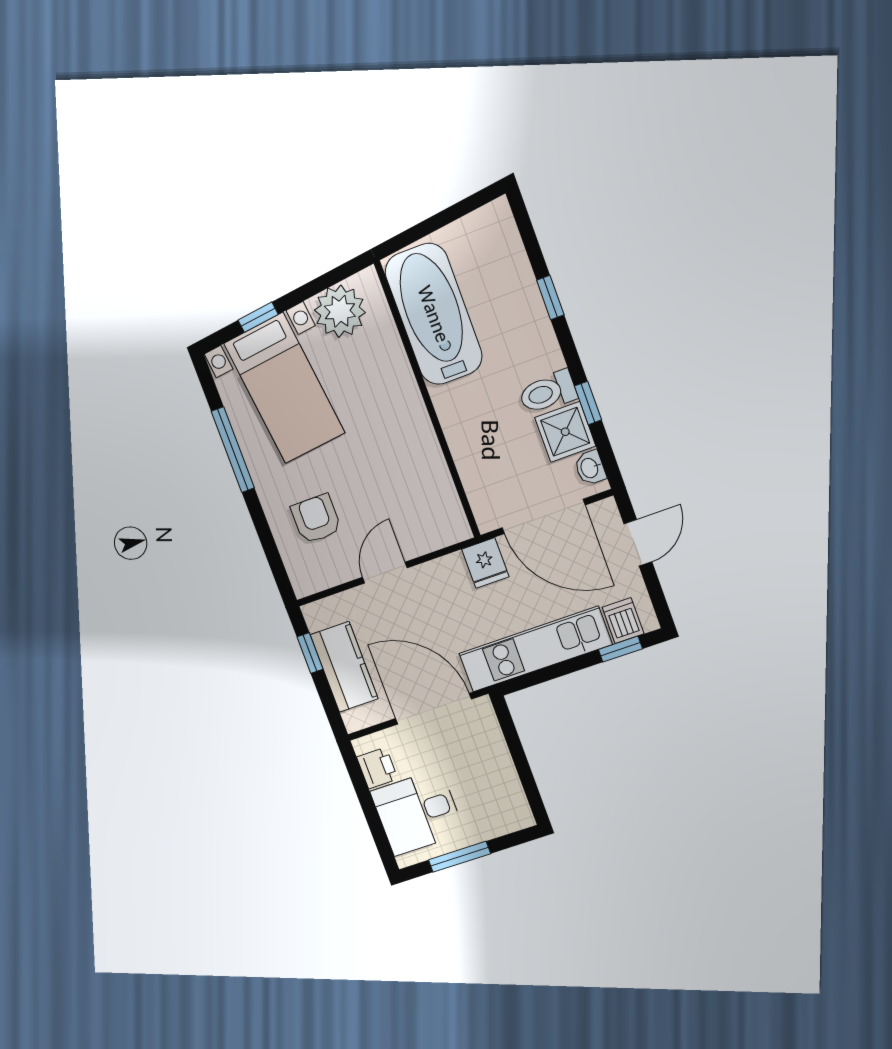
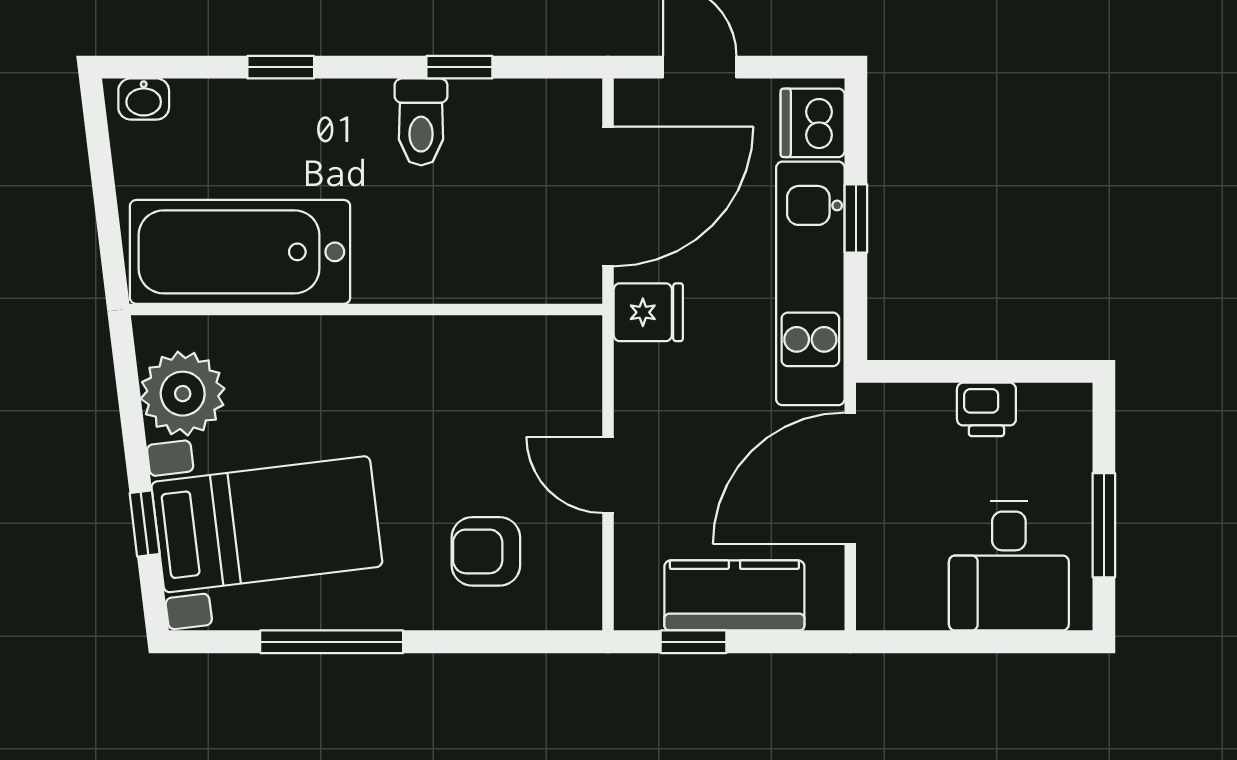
shower: (565, 432) -> (490, 117), removed
washbasin: (590, 468) -> (144, 99), moved
dishwasher: (623, 621) -> (813, 123), width x1.38
window: (620, 649) -> (856, 218), moved
printer: (377, 768) -> (986, 409), moved, turned 180

